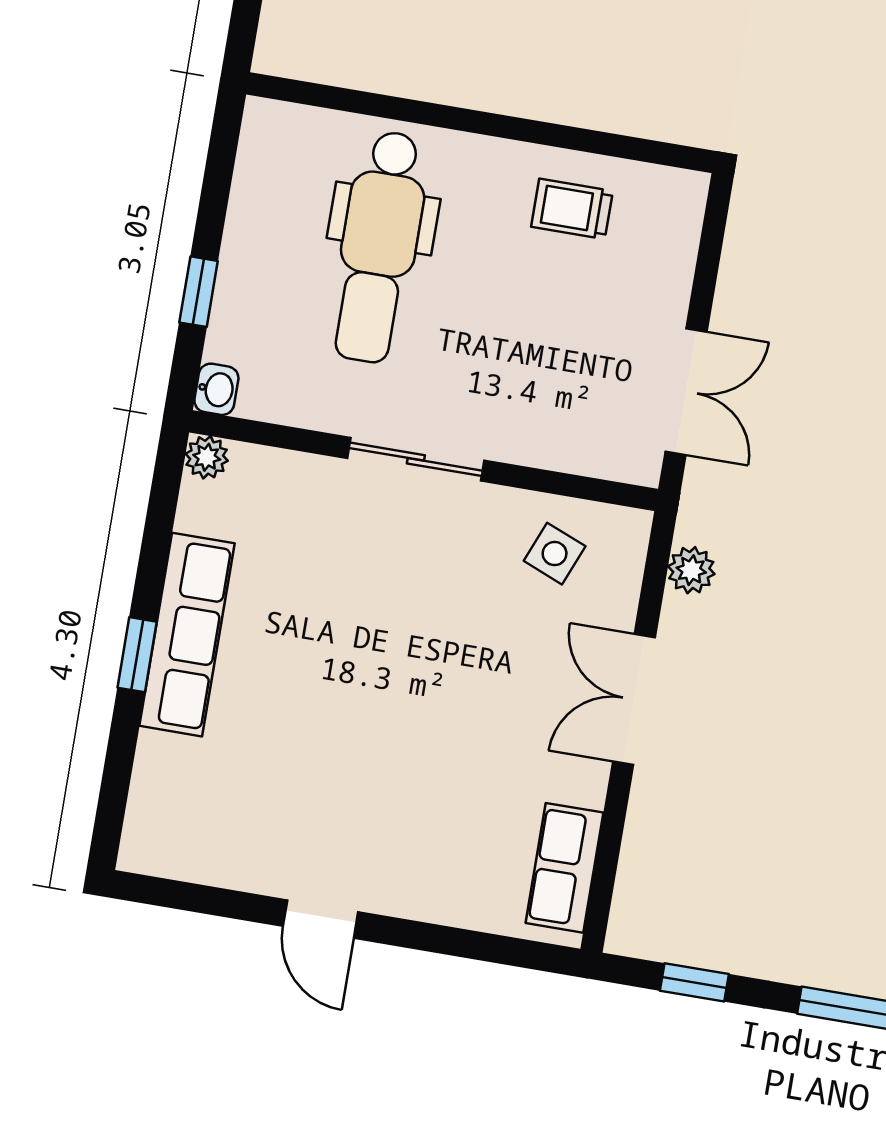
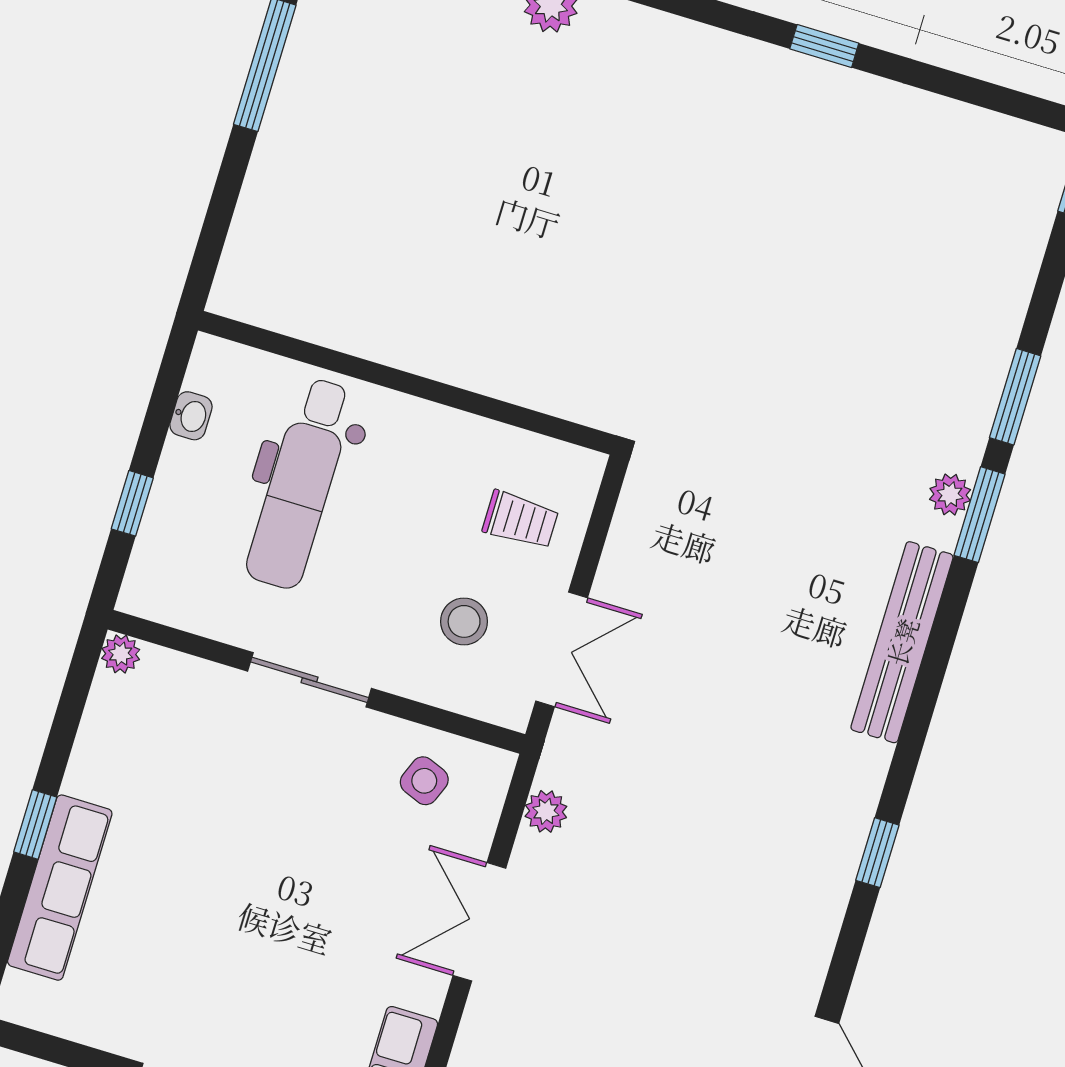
trolley: (572, 209) -> (520, 520), moved, turned 180
stool: (576, 375) -> (464, 621), added
washbasin: (216, 389) -> (191, 416), moved
row of seats: (187, 635) -> (60, 888), moved

